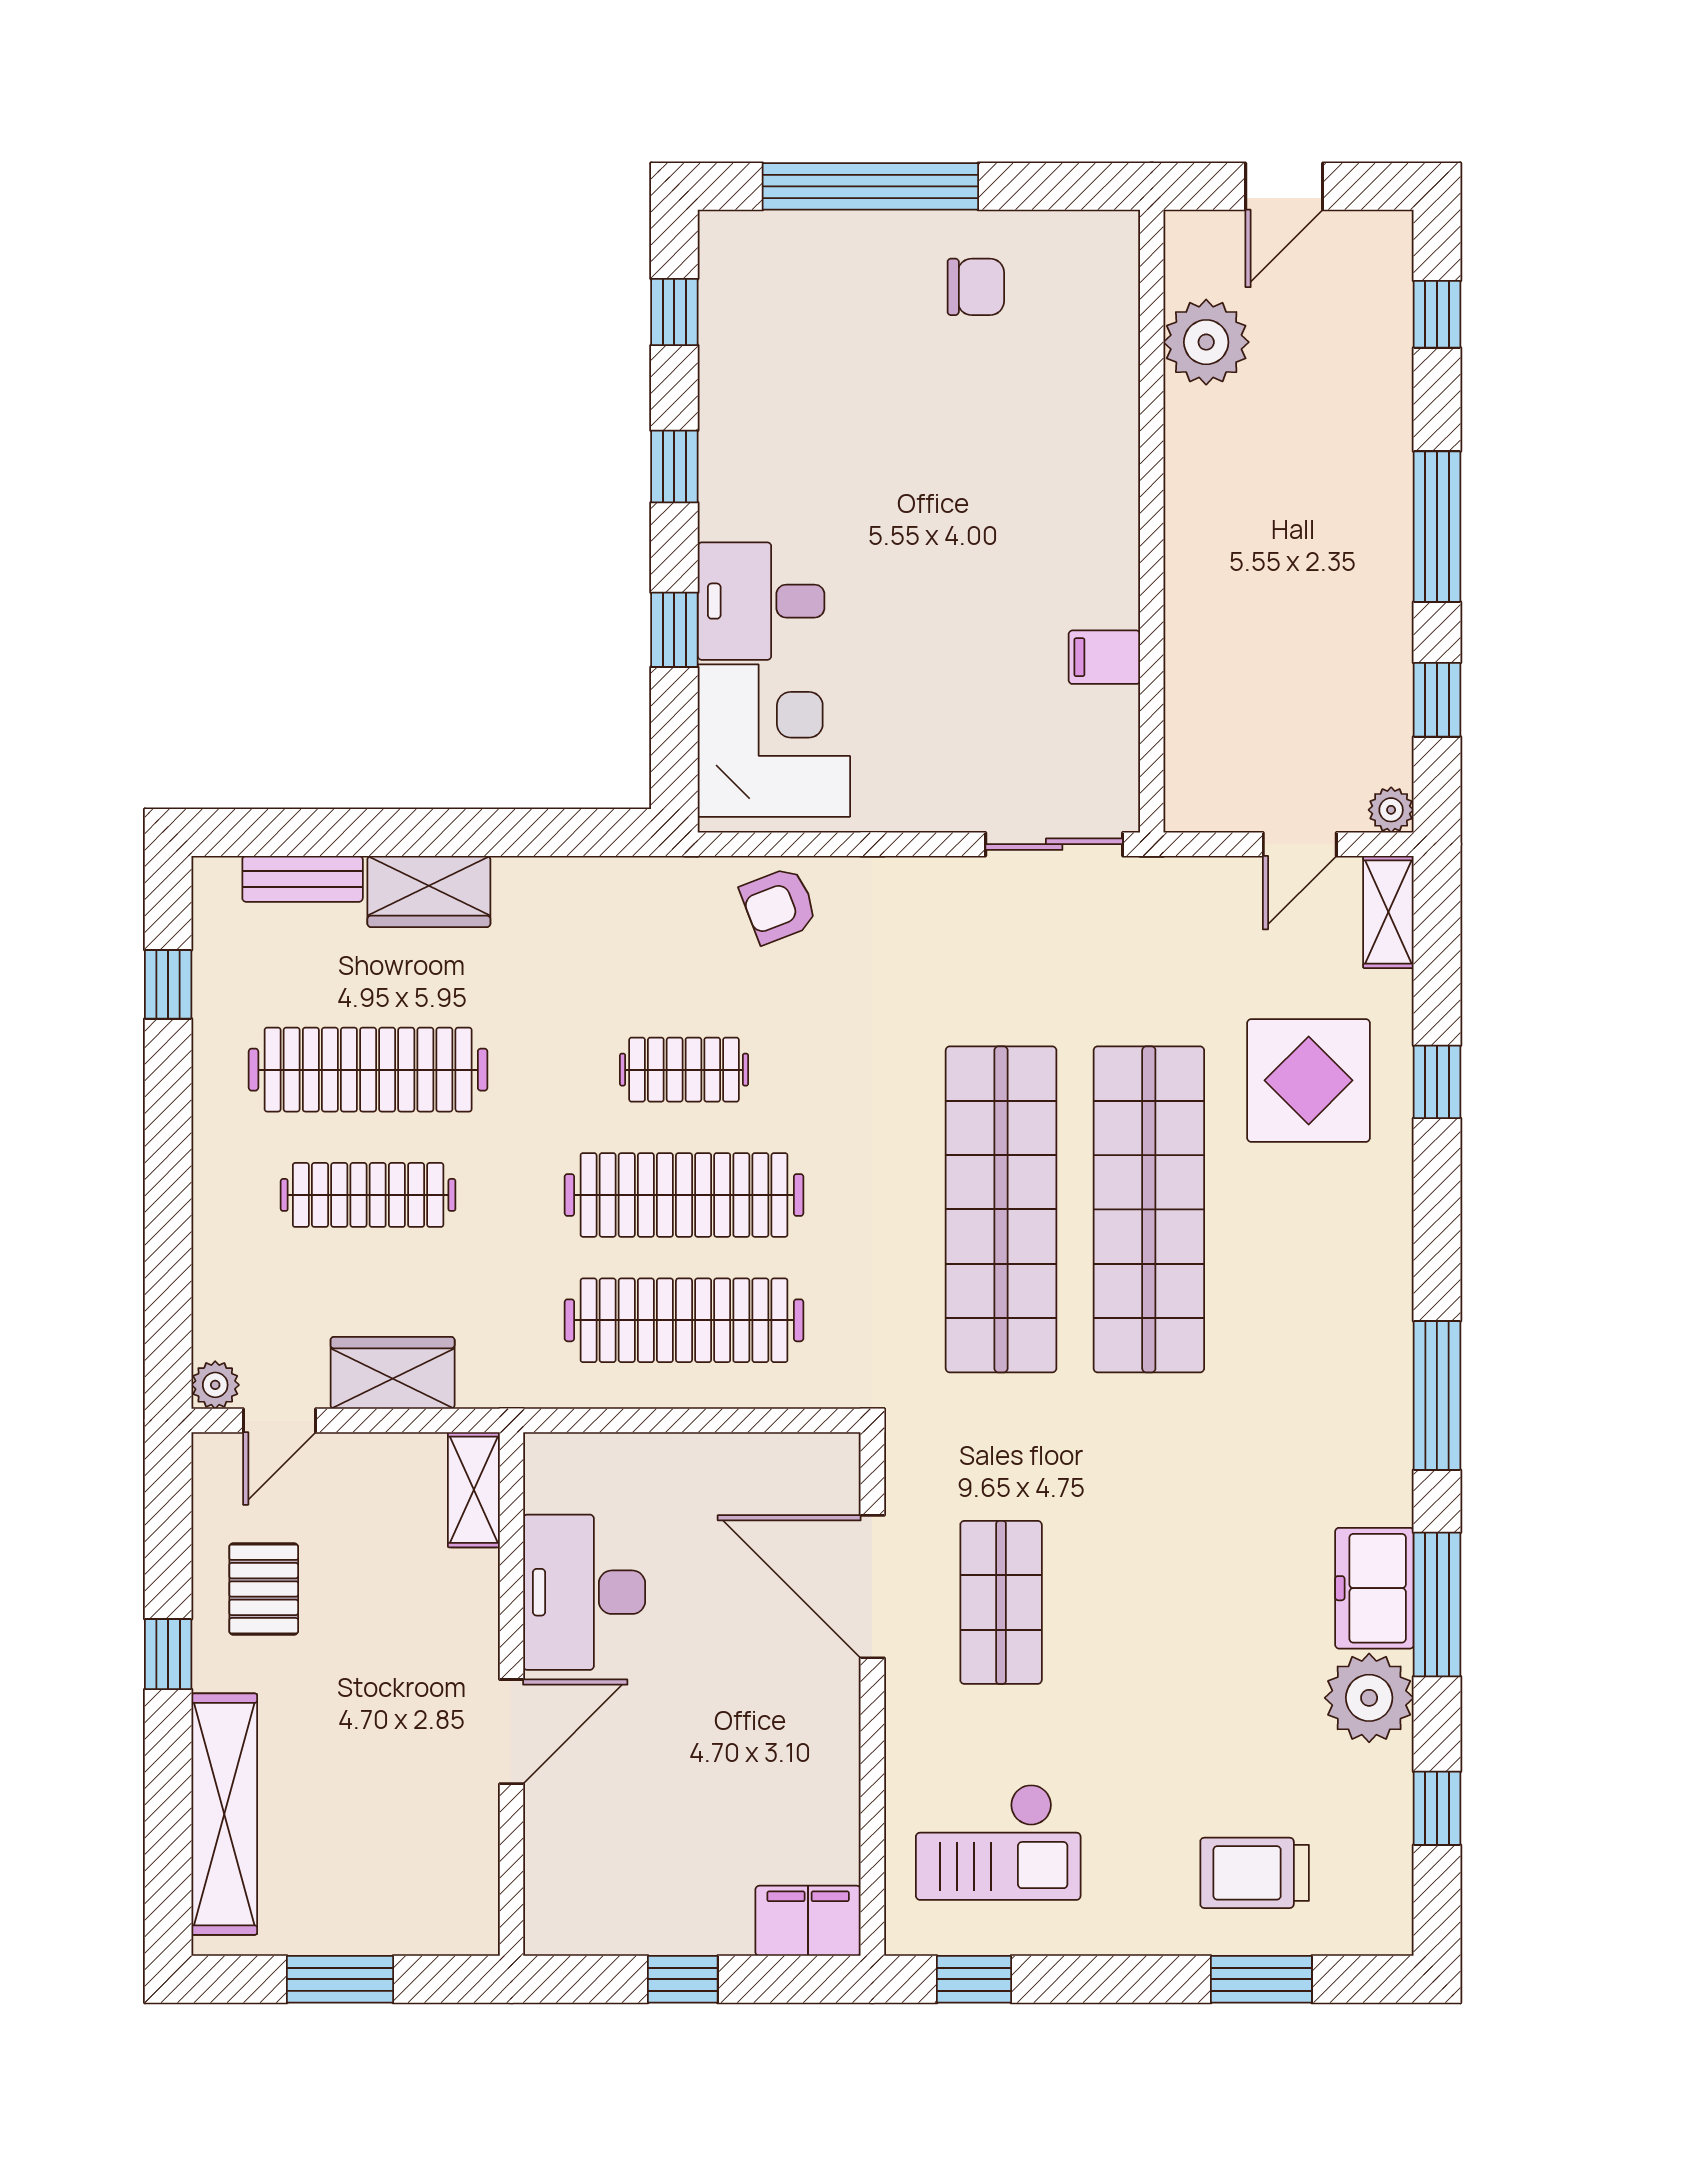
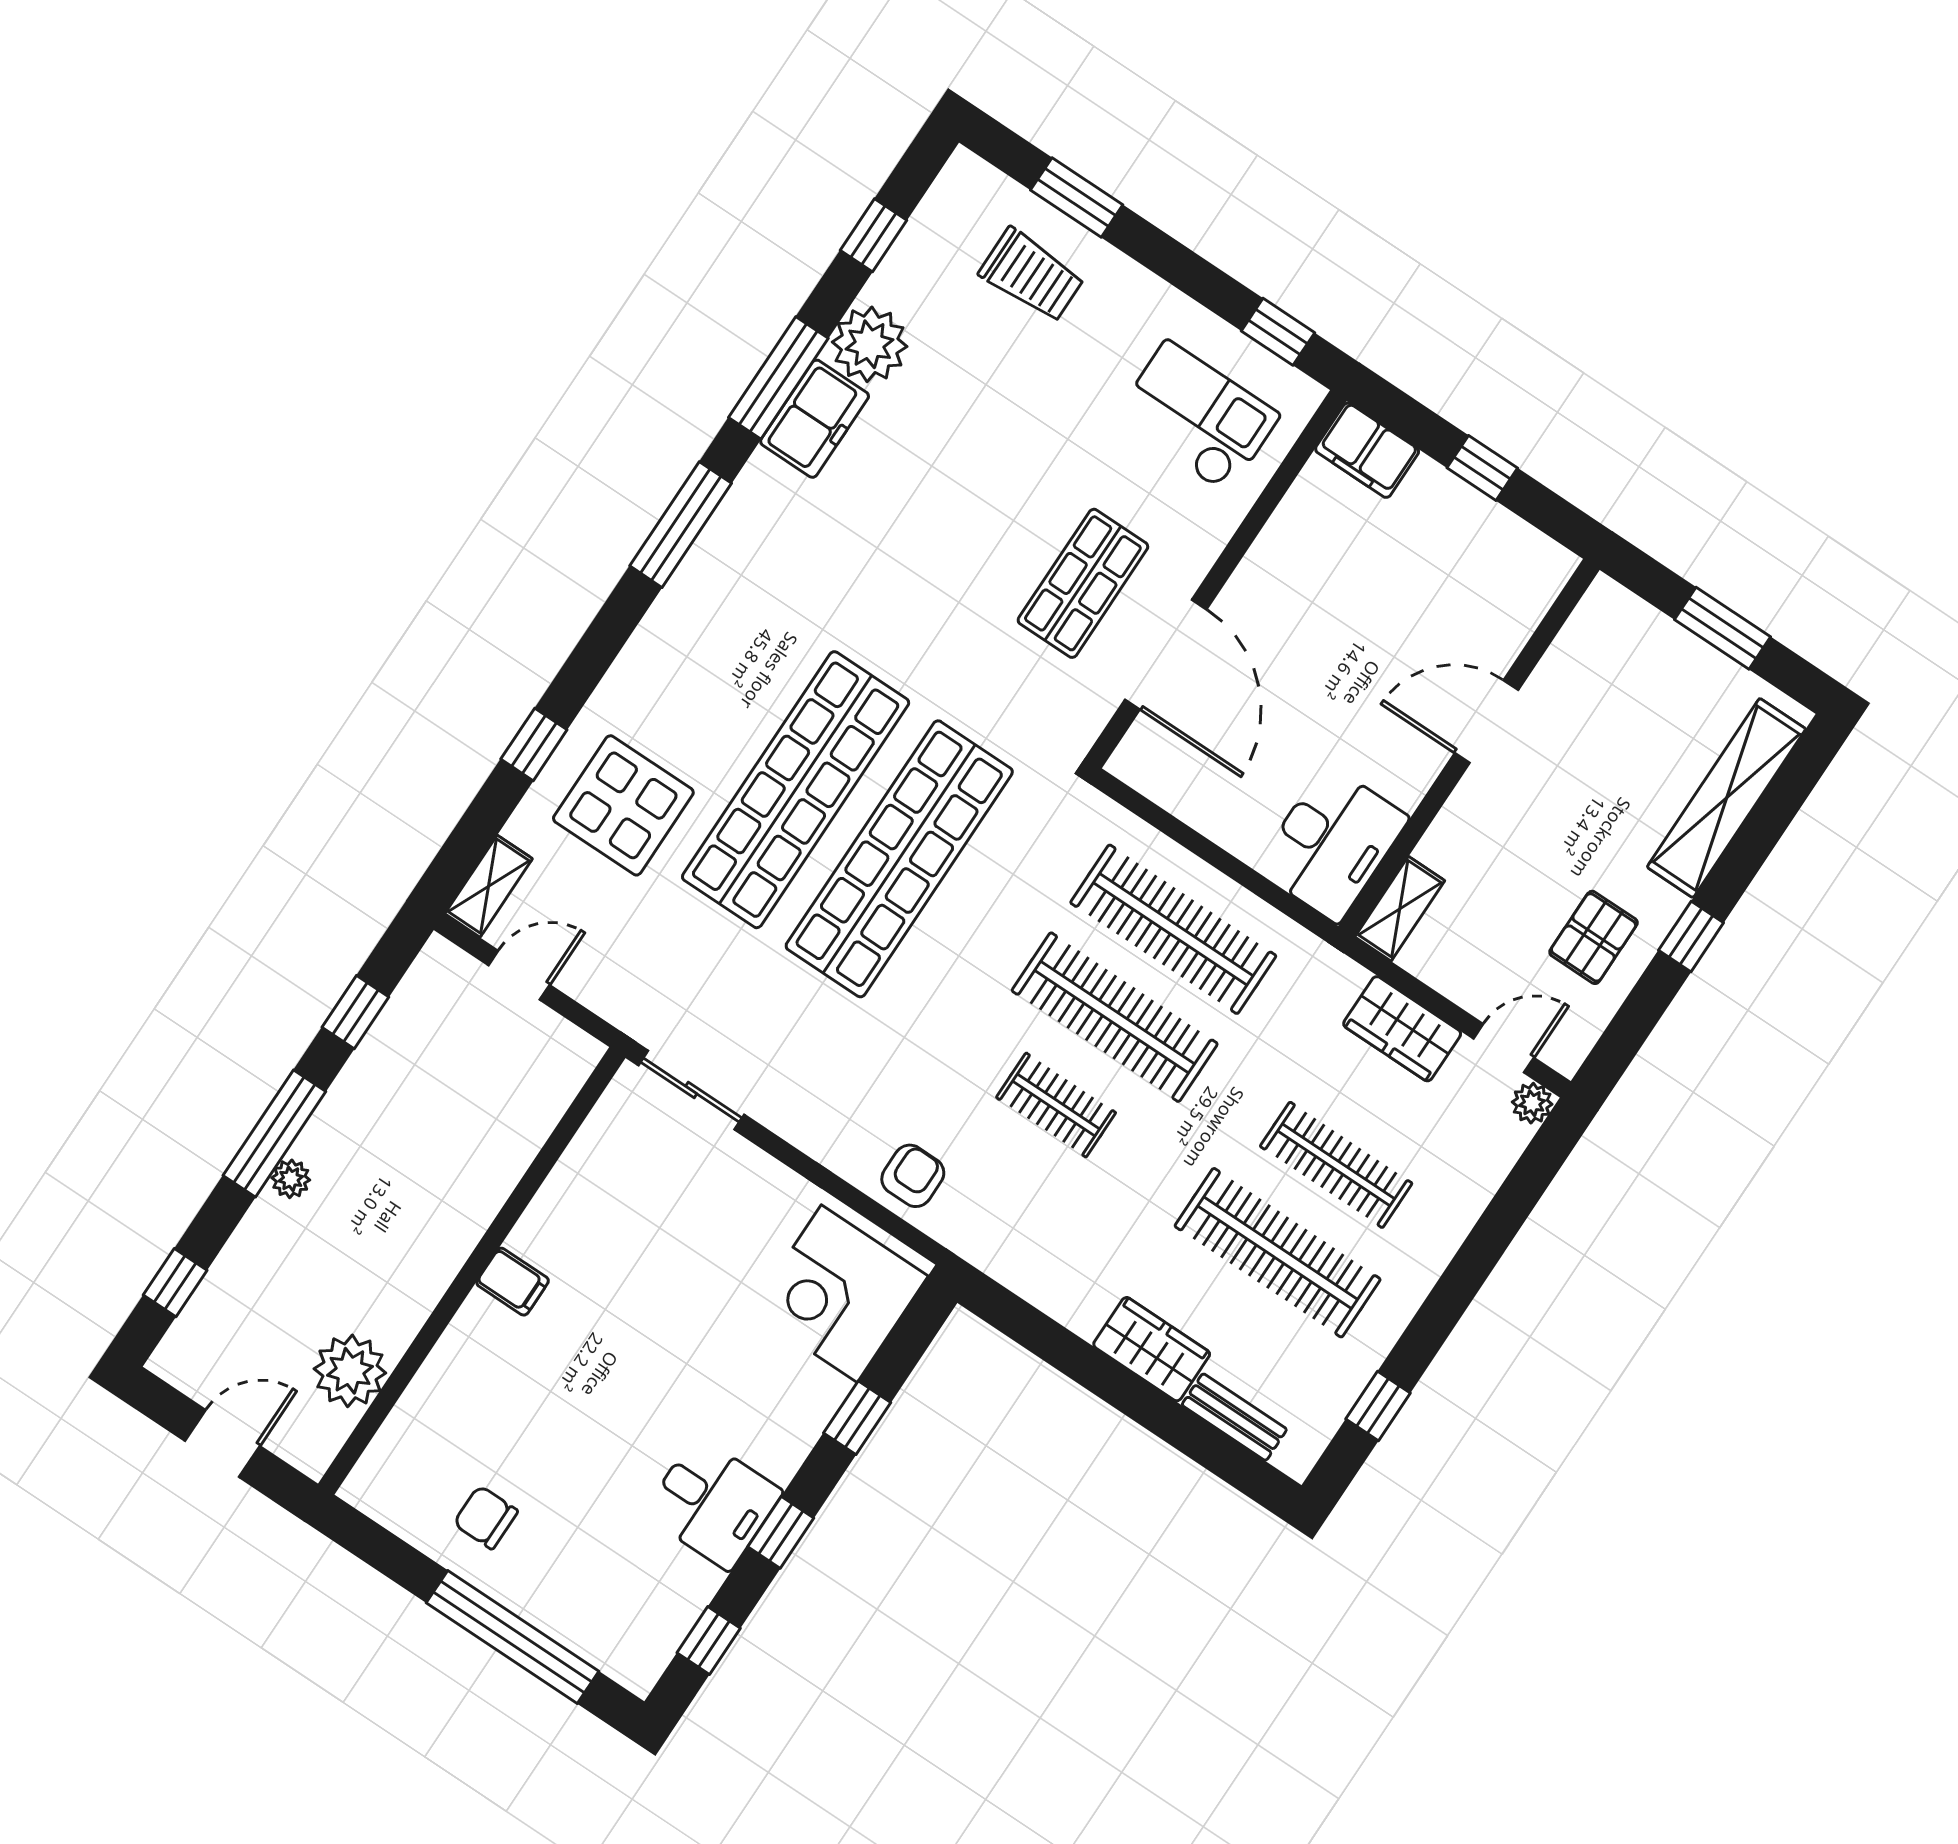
desk: (761, 601) -> (713, 1503), moved
filing cabinet: (1104, 657) -> (513, 1282), moved
plant: (1391, 810) -> (291, 1179), moved
armchair: (779, 905) -> (913, 1176), turned -69
desk: (584, 1592) -> (1332, 843), moved

